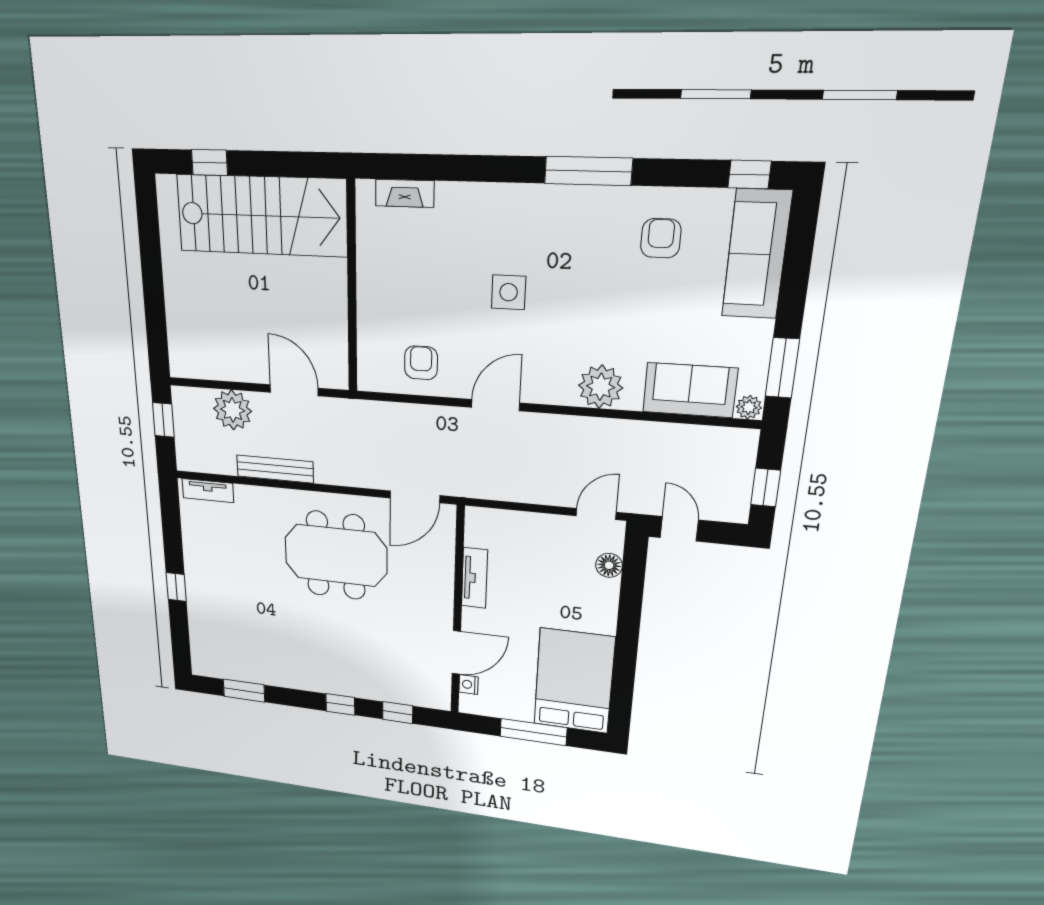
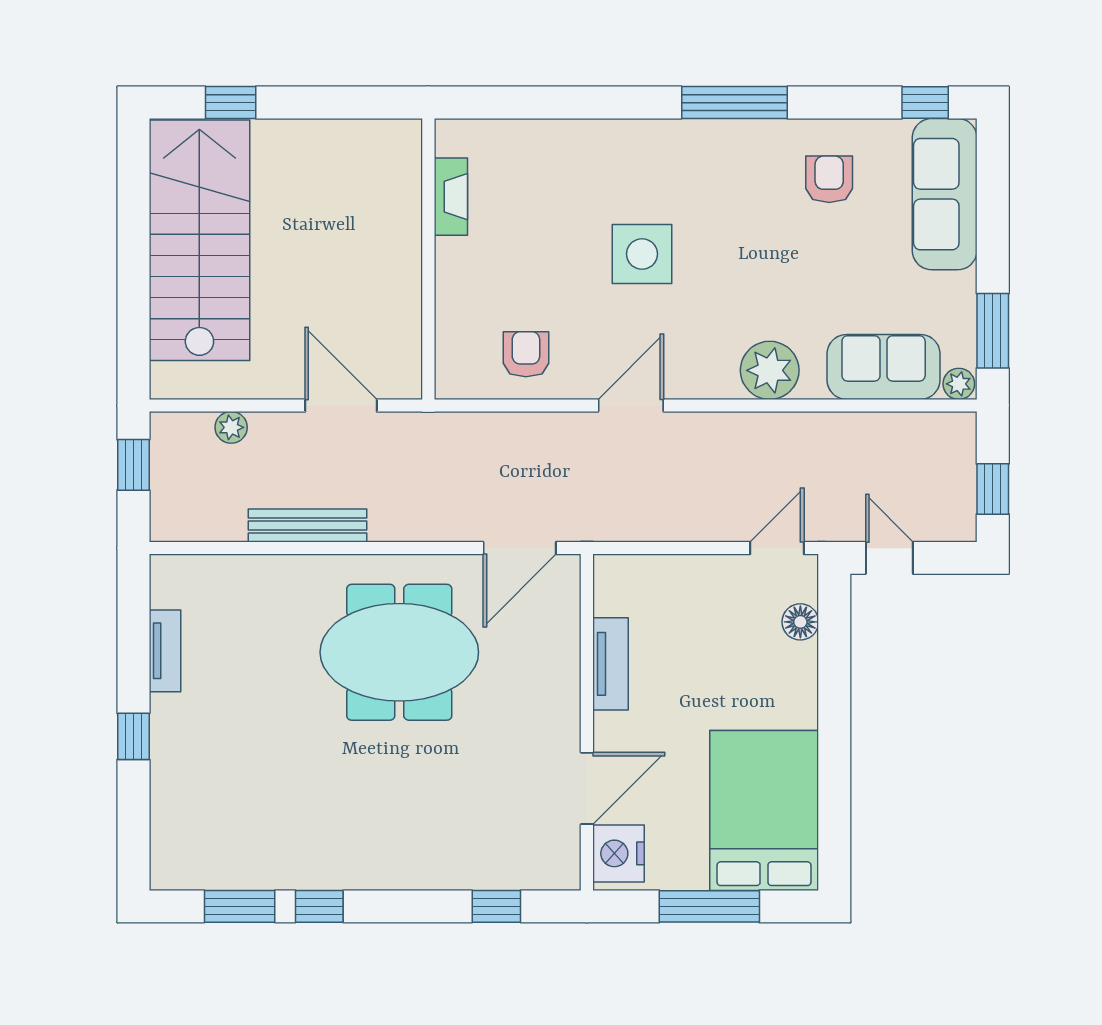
fireplace: (405, 193) -> (451, 197), moved, turned -90
stairs: (262, 216) -> (199, 240), moved, turned -90
side table: (509, 292) -> (642, 254), width x1.37, depth x1.37
plant: (233, 410) -> (231, 427), width x0.53, depth x0.53
tv unit: (208, 491) -> (165, 651), moved, turned -90
nightstand: (469, 684) -> (618, 853), width x1.89, depth x1.79
window: (340, 704) -> (319, 906), moved

